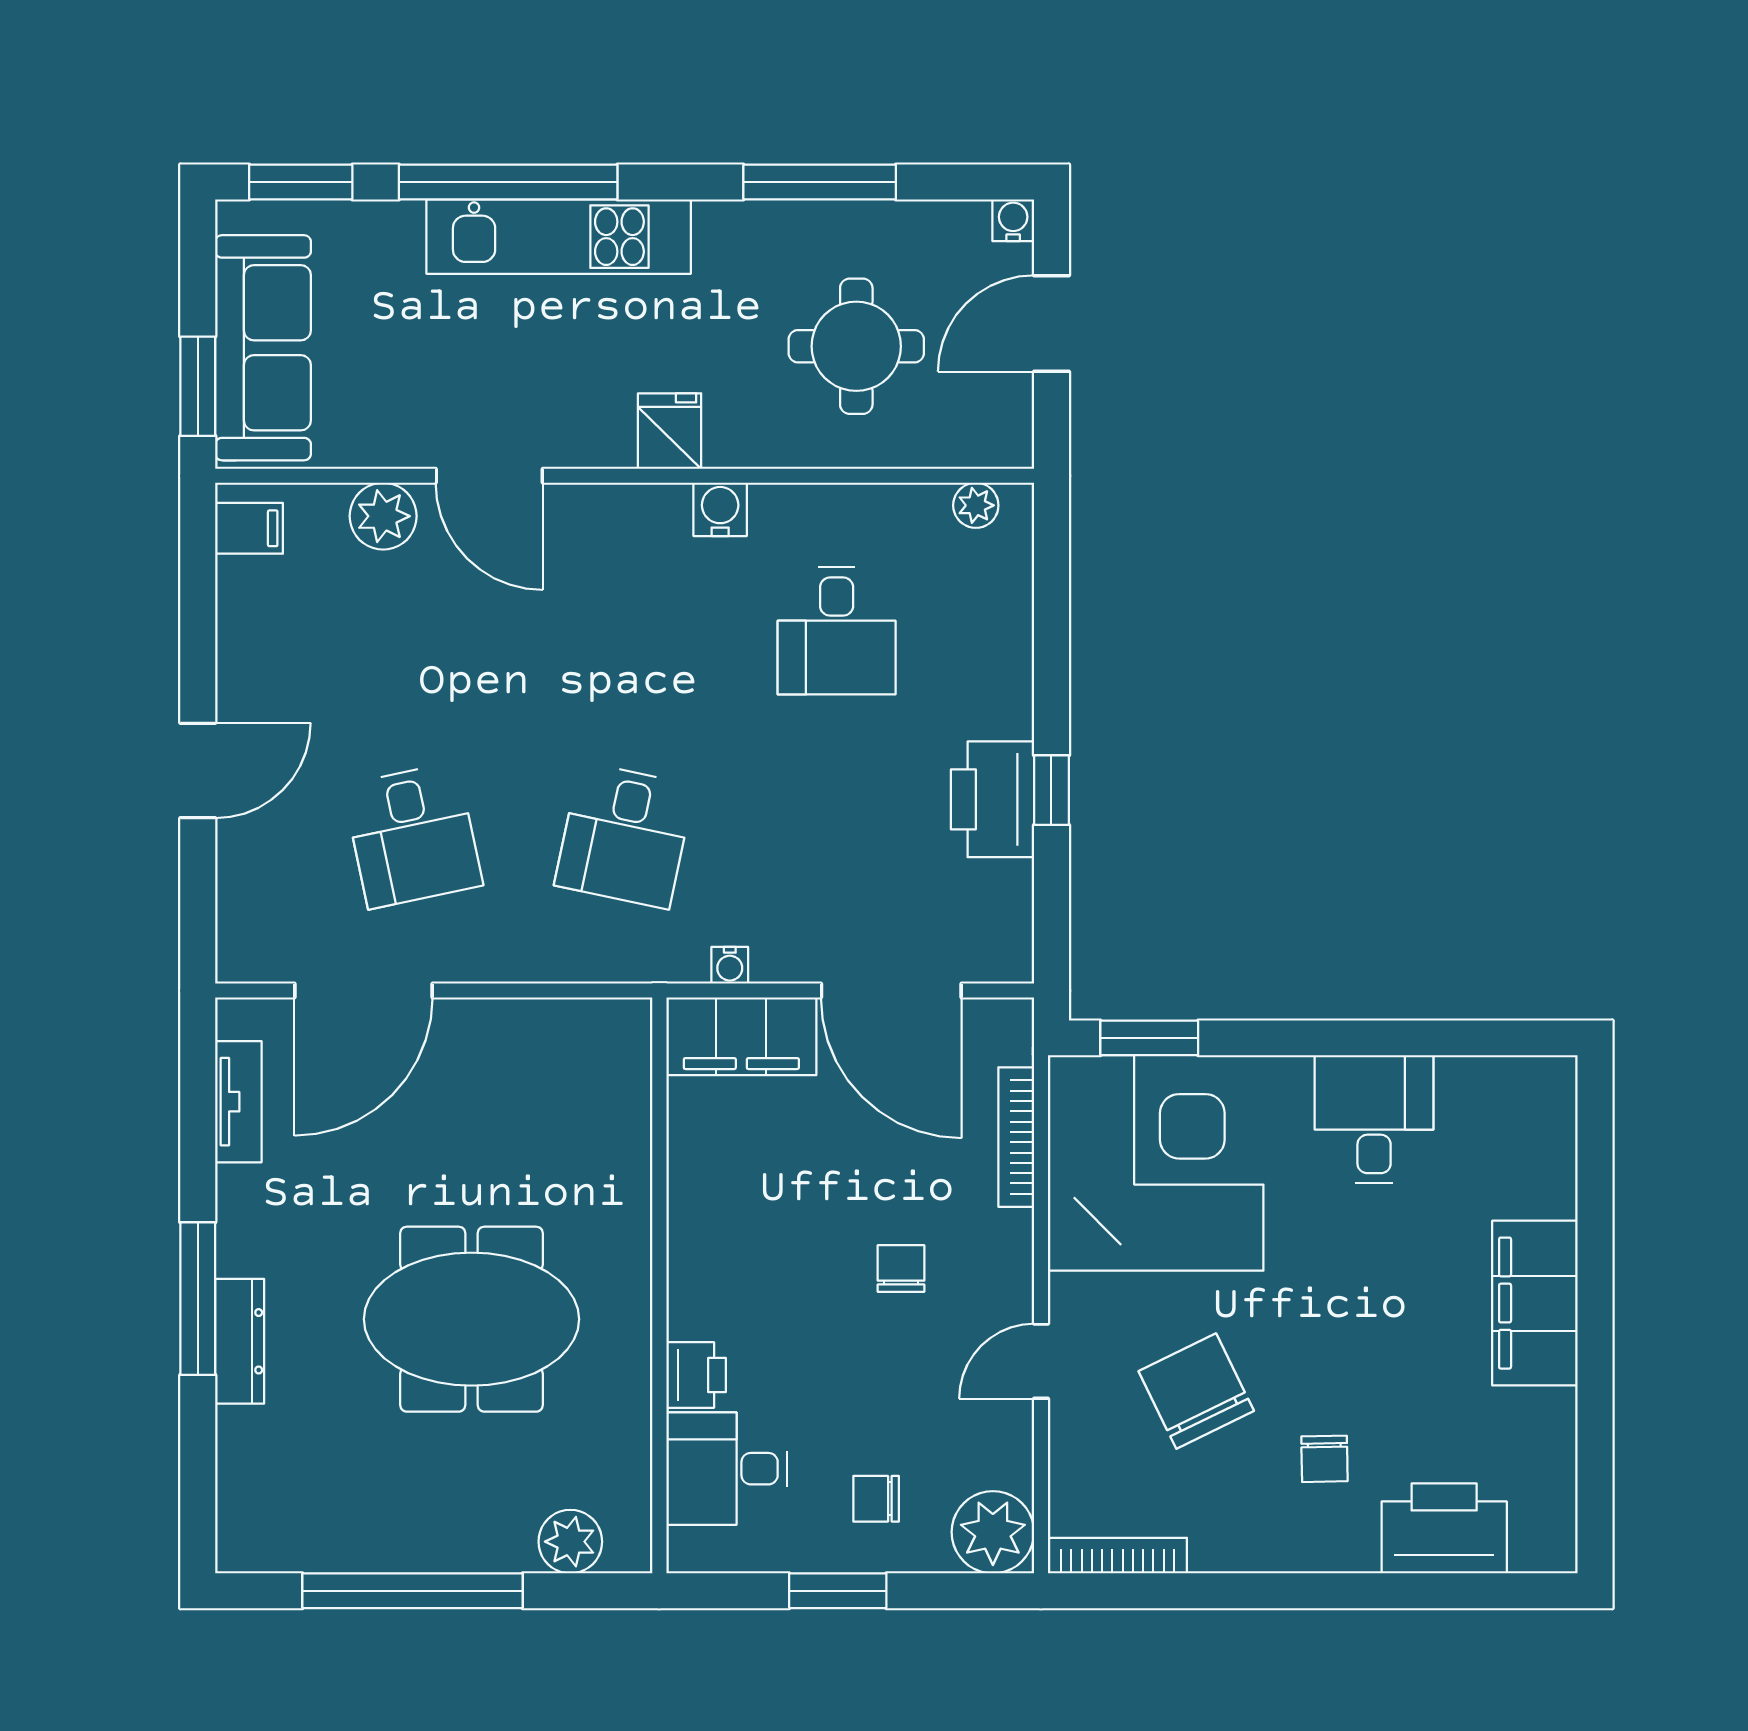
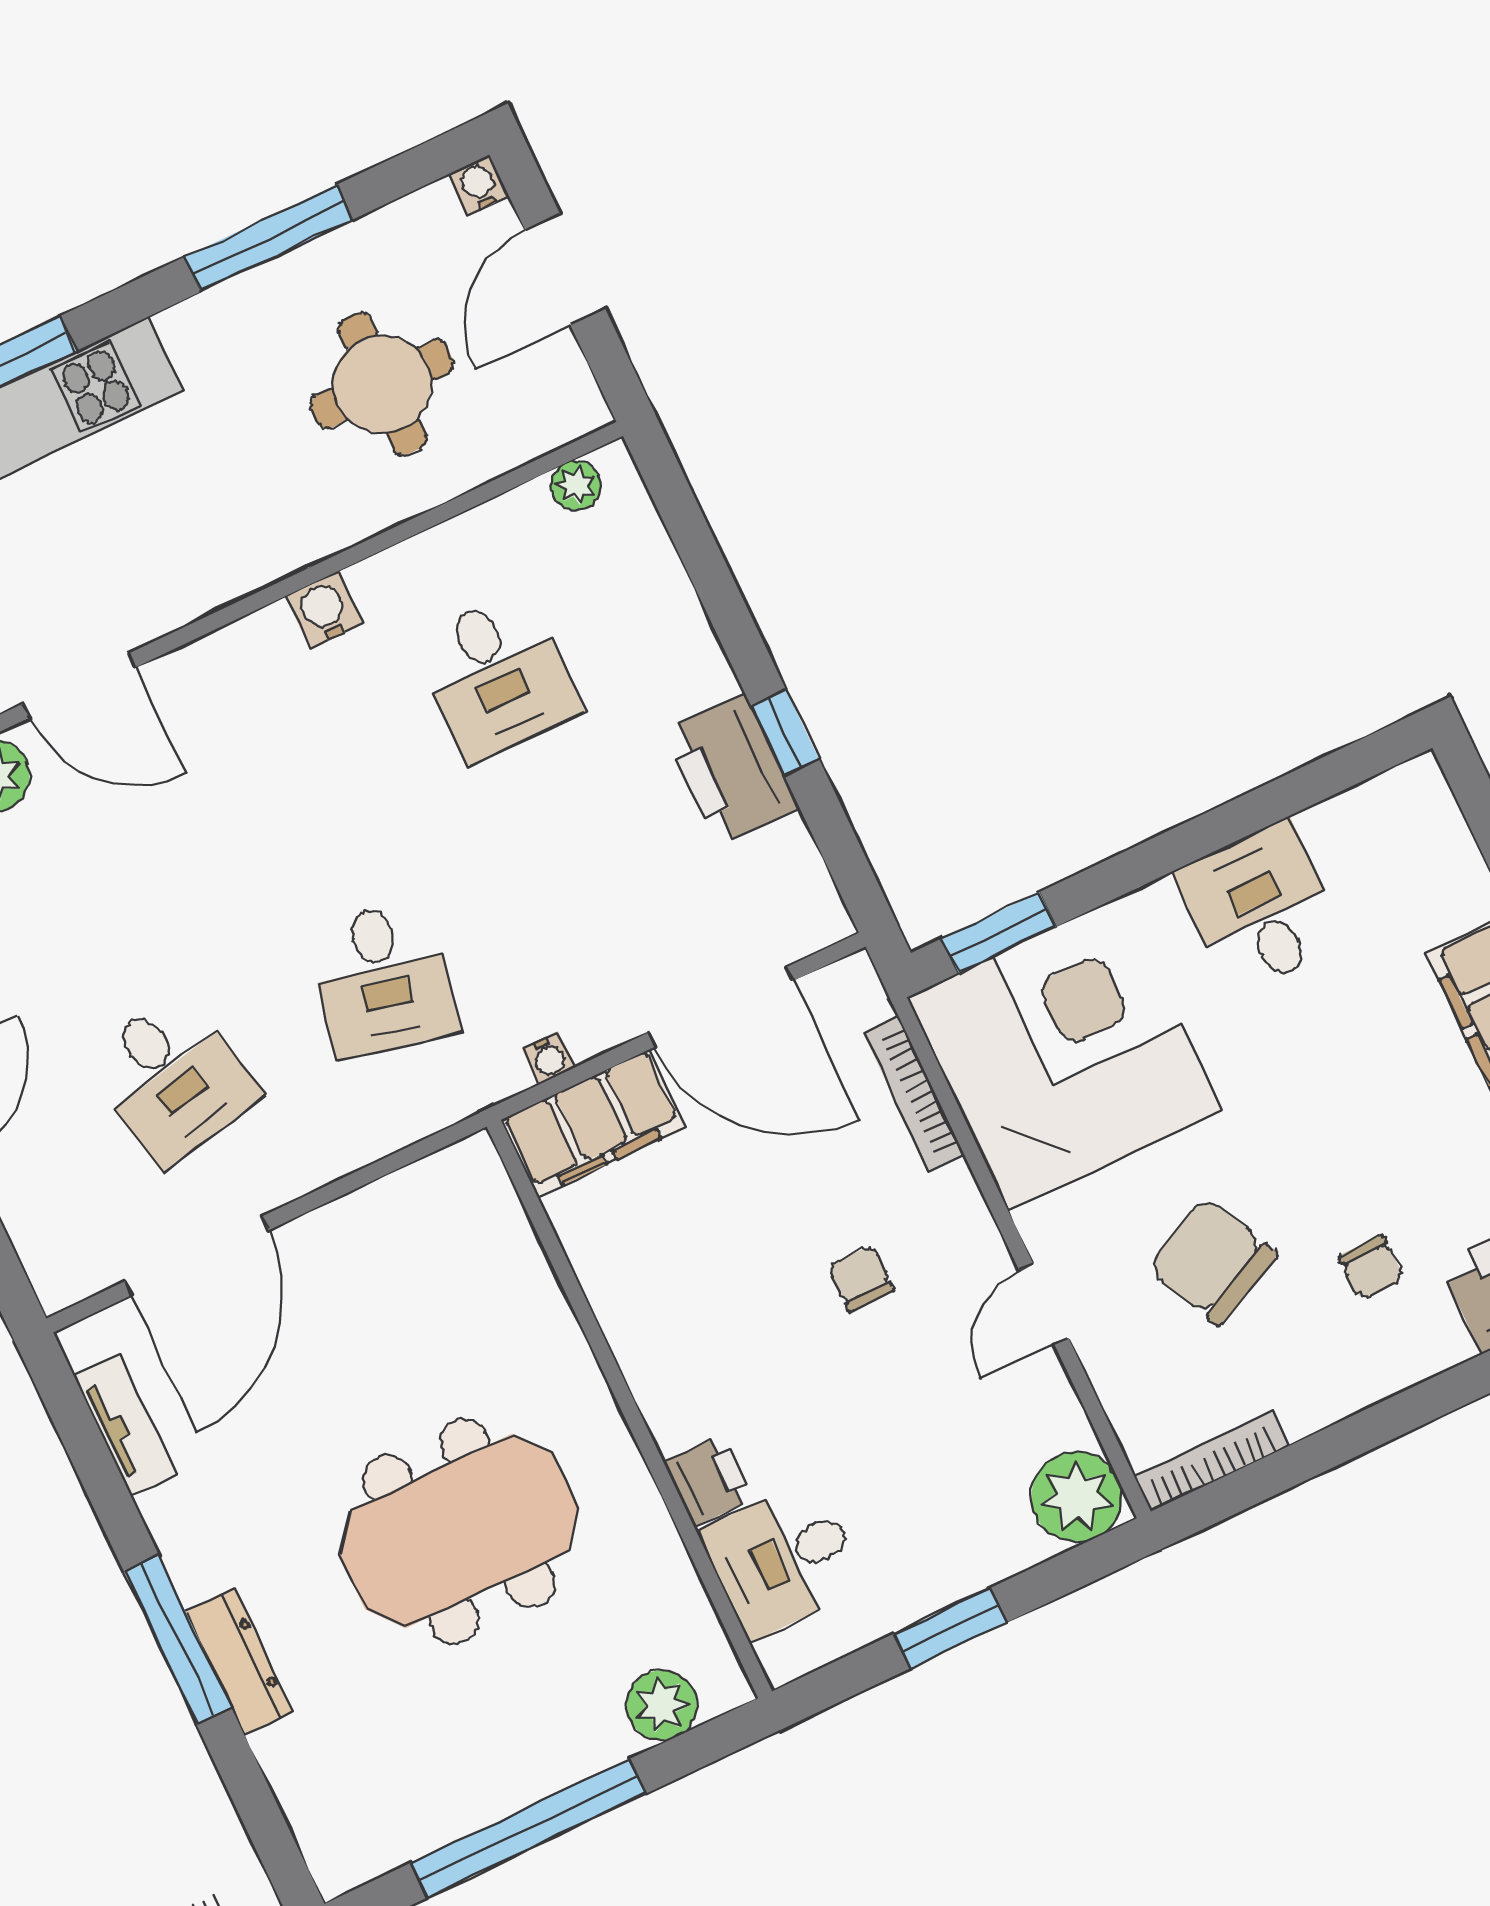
fridge: (670, 431) -> (237, 556), removed
chair: (876, 1499) -> (945, 1519), removed

